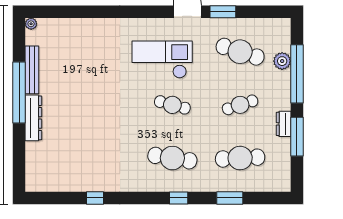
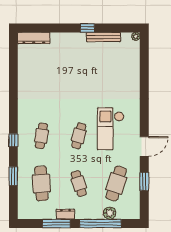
window: (223, 12) -> (144, 181), moved
checkout: (162, 60) -> (111, 129), turned 180
window: (19, 93) -> (87, 28), width x0.32
dresser: (33, 118) -> (34, 38), moved
cafe table: (172, 158) -> (41, 136), width x0.73, depth x0.74
window: (95, 198) -> (13, 81), removed

